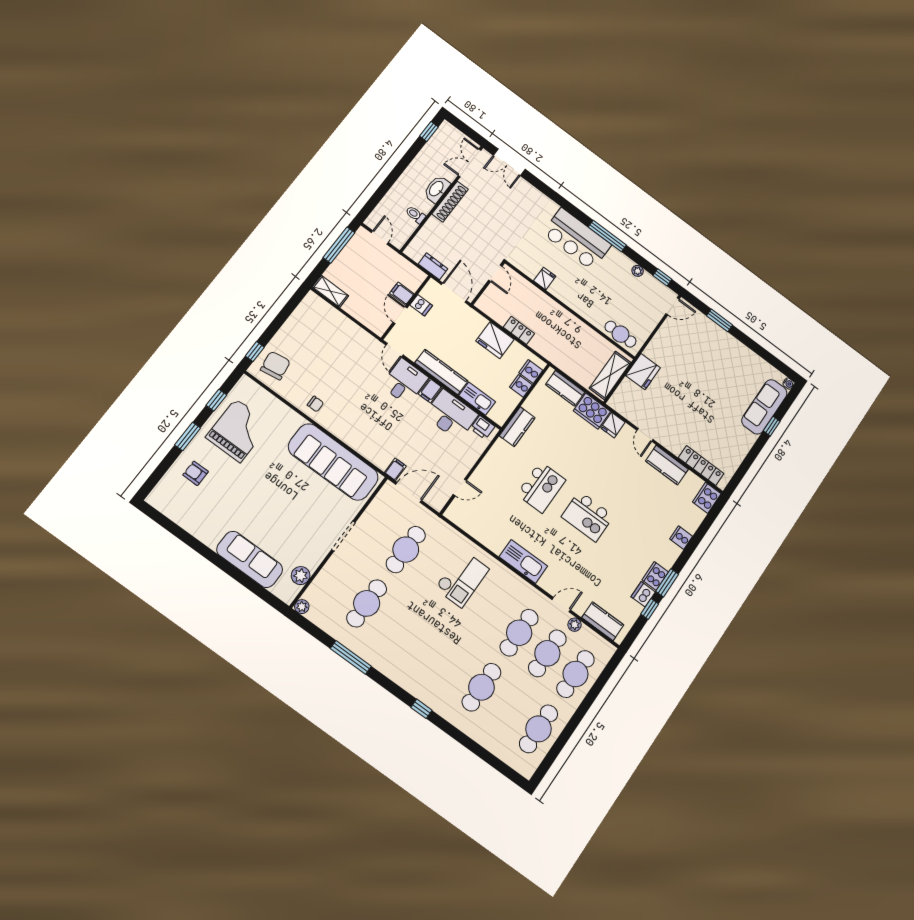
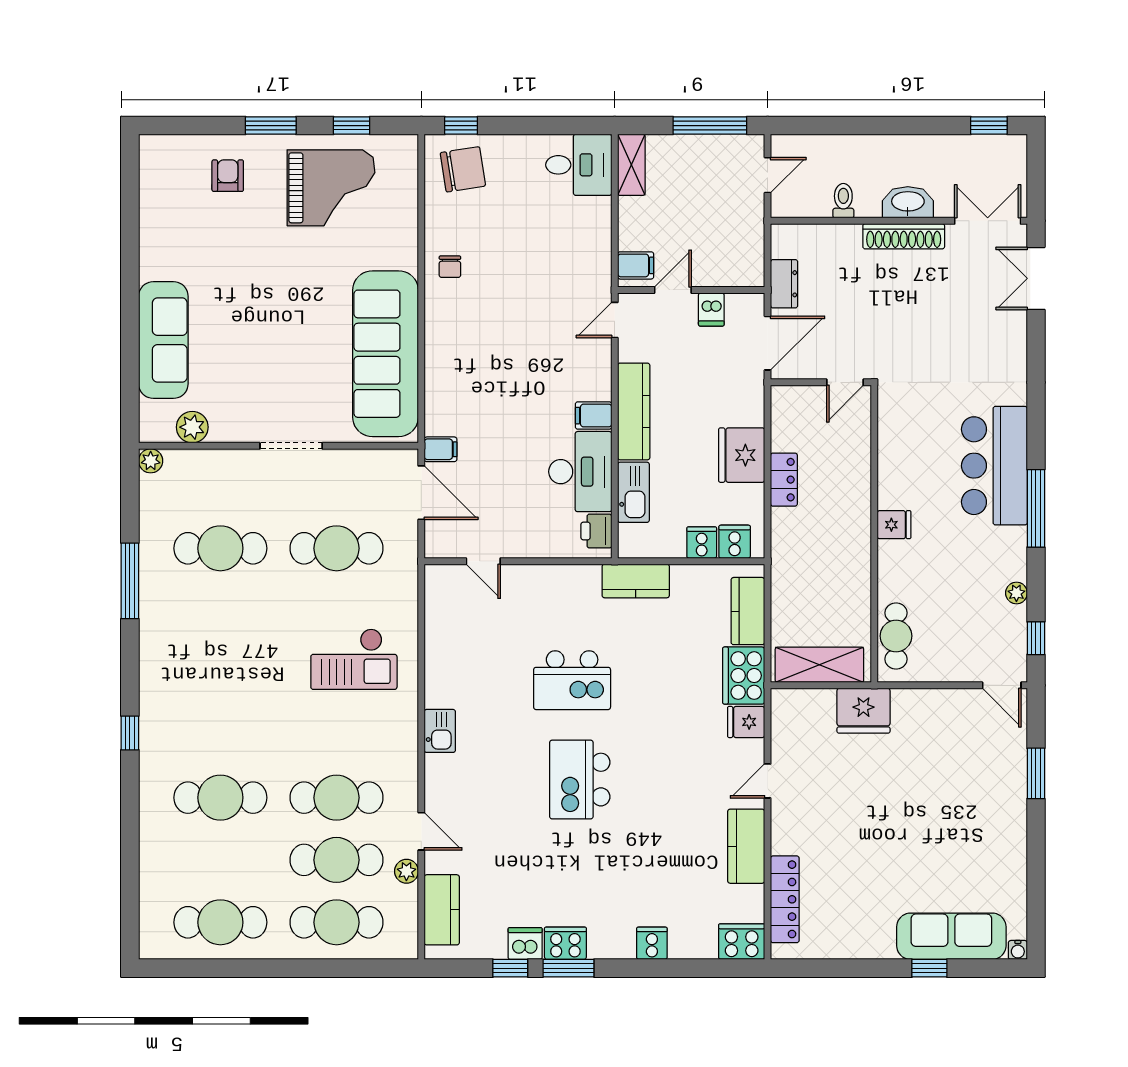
fridge: (545, 279) -> (894, 525), moved
filing cabinet: (402, 294) -> (636, 265), moved, turned 90
desk: (405, 382) -> (579, 165), moved
kitchen sink: (523, 561) -> (440, 731), width x0.53, depth x0.81

